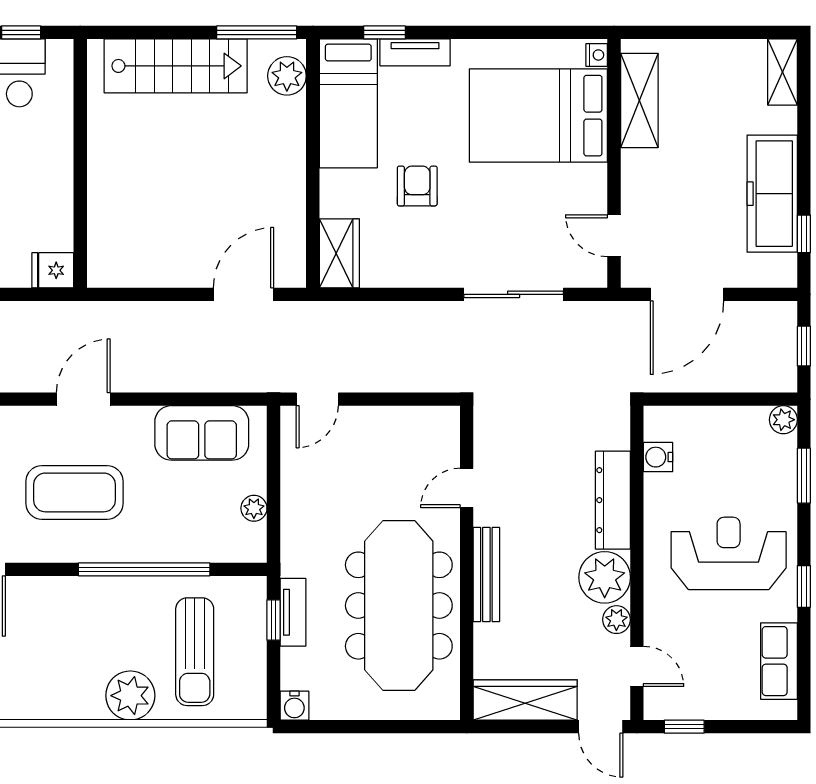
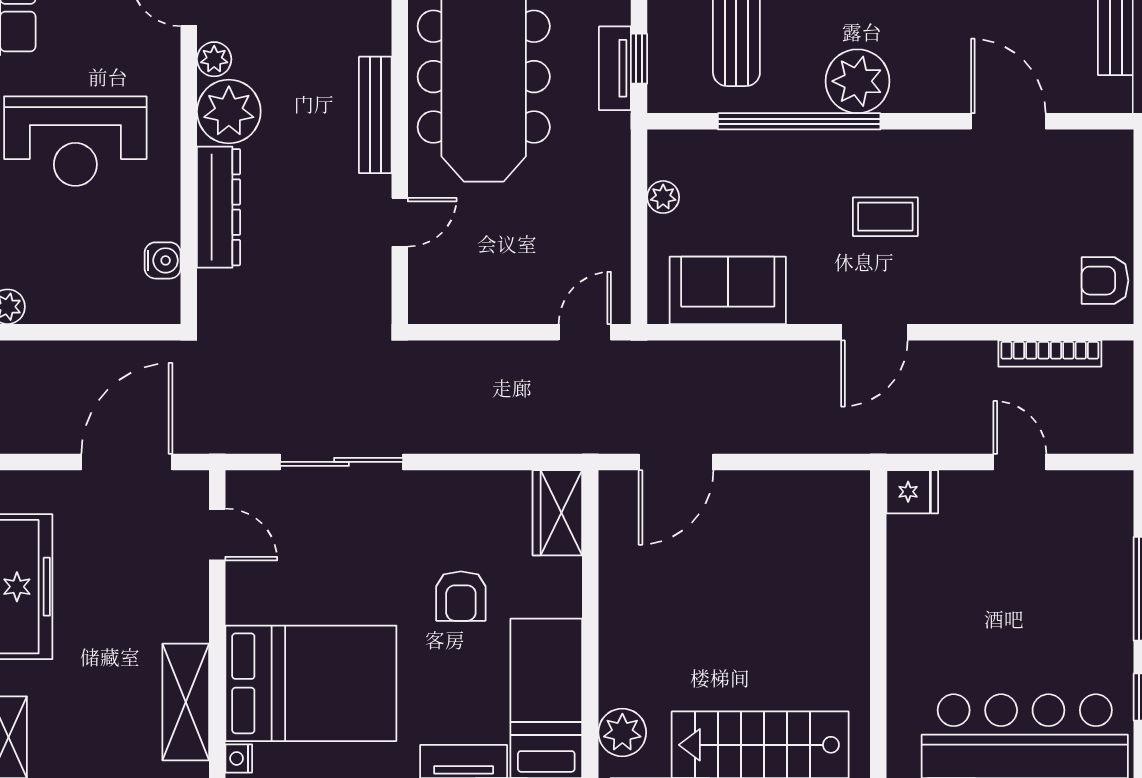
coffee table: (74, 492) -> (885, 217), width x0.54, depth x0.58
plant: (97, 602) -> (857, 81), added

